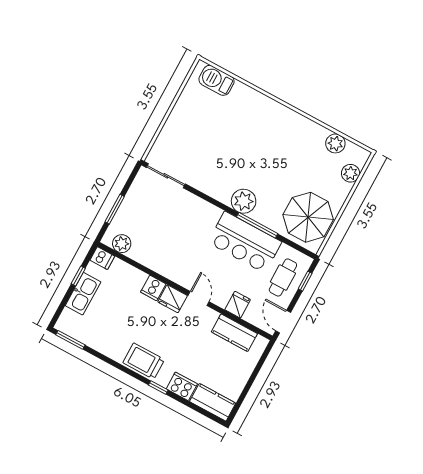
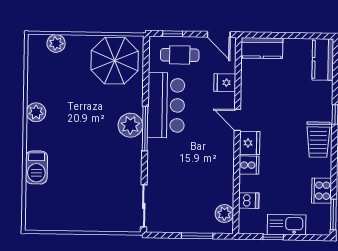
barbecue: (217, 80) -> (36, 167), moved
plant: (335, 143) -> (36, 112), moved
window: (257, 225) -> (145, 129), moved
dishwasher: (102, 258) -> (249, 201), moved, turned 90
door: (199, 299) -> (237, 120), hinge flipped
door: (283, 322) -> (219, 34), hinge flipped
kitchen counter: (234, 333) -> (262, 48), moved, turned 90
cooker: (182, 386) -> (321, 191), moved

